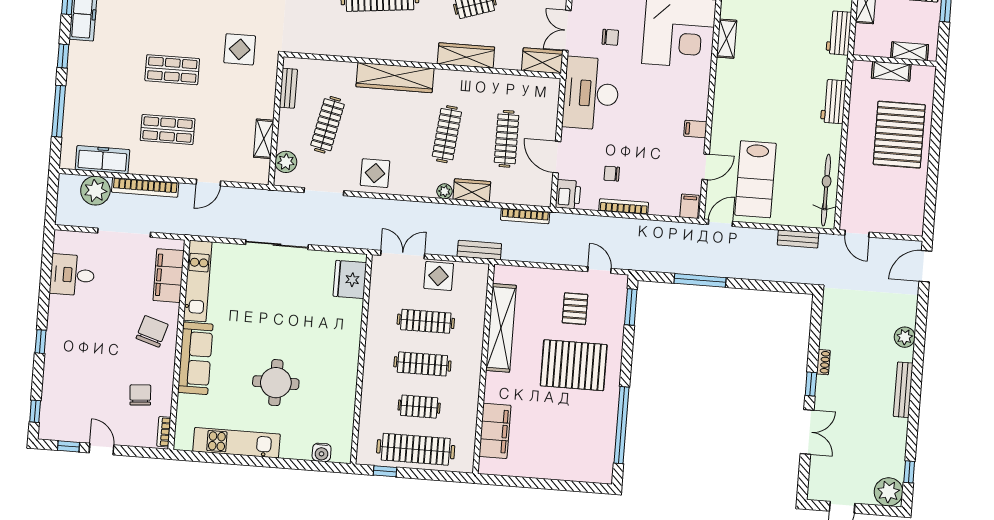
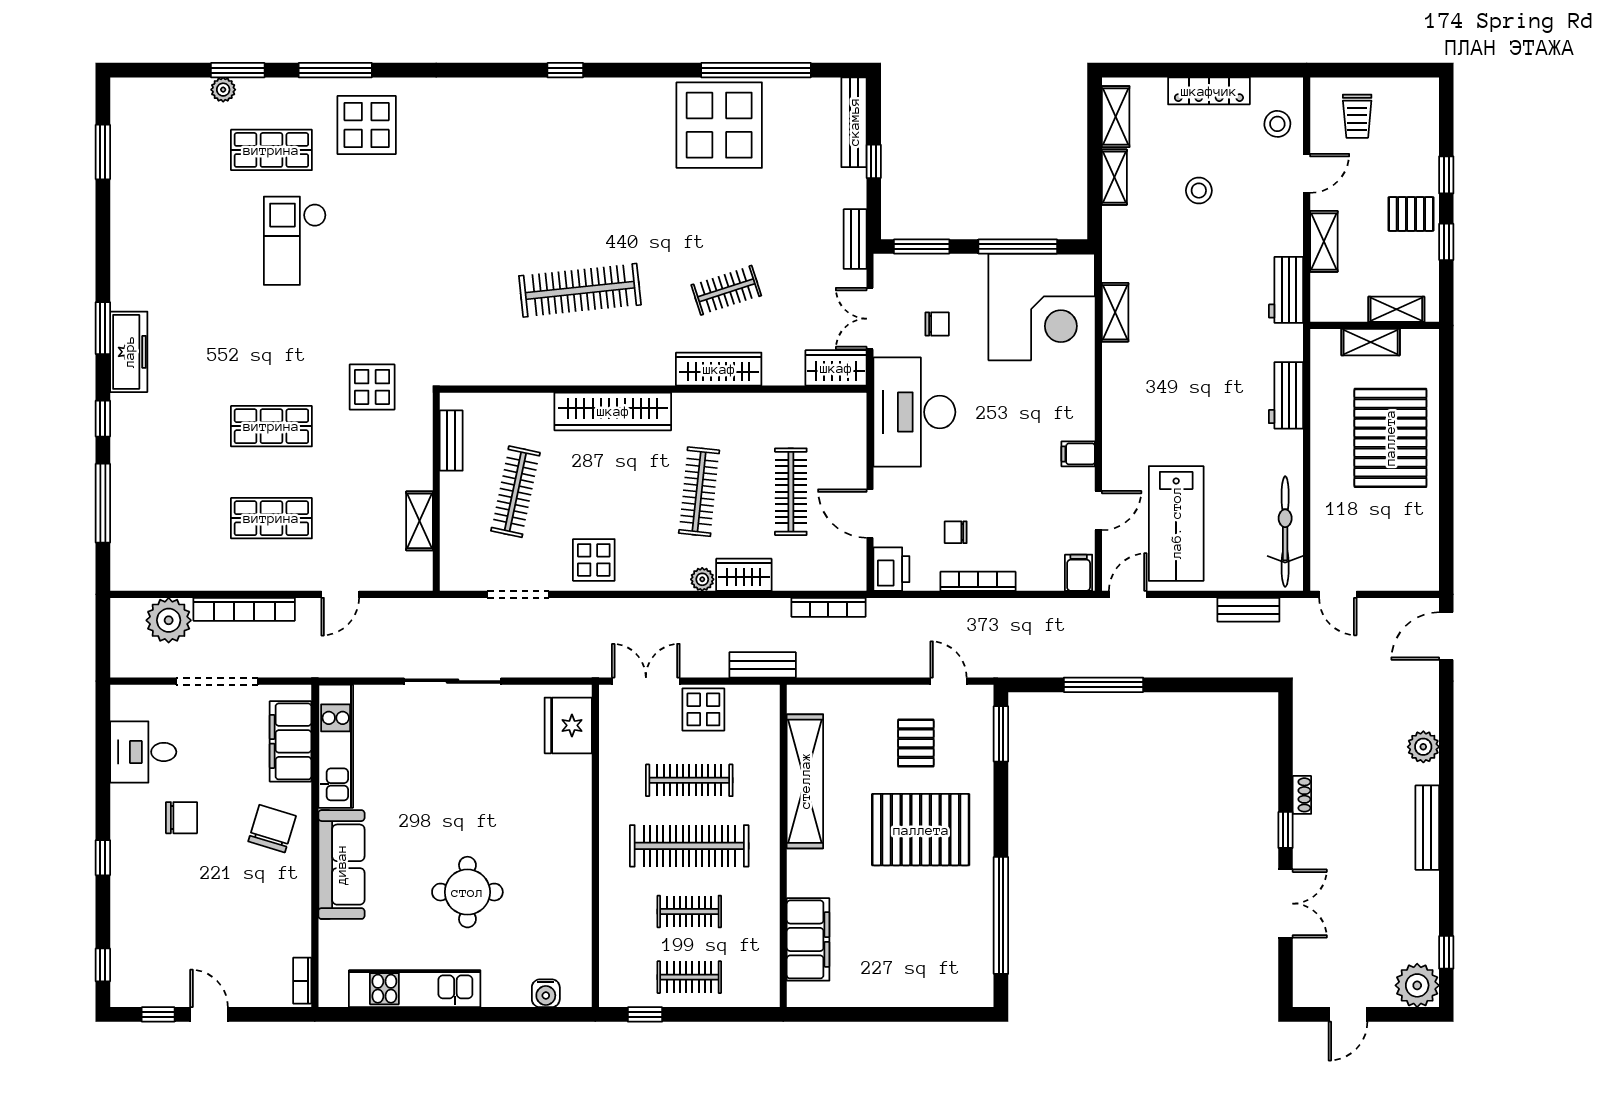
freezer: (102, 160) -> (176, 572), removed
plant: (286, 162) -> (456, 554), removed
clothes rail: (422, 364) -> (689, 846), width x1.37, depth x1.31
chair: (140, 395) -> (181, 818), moved, turned 94
clothes rail: (416, 449) -> (689, 977), width x0.54, depth x0.76

